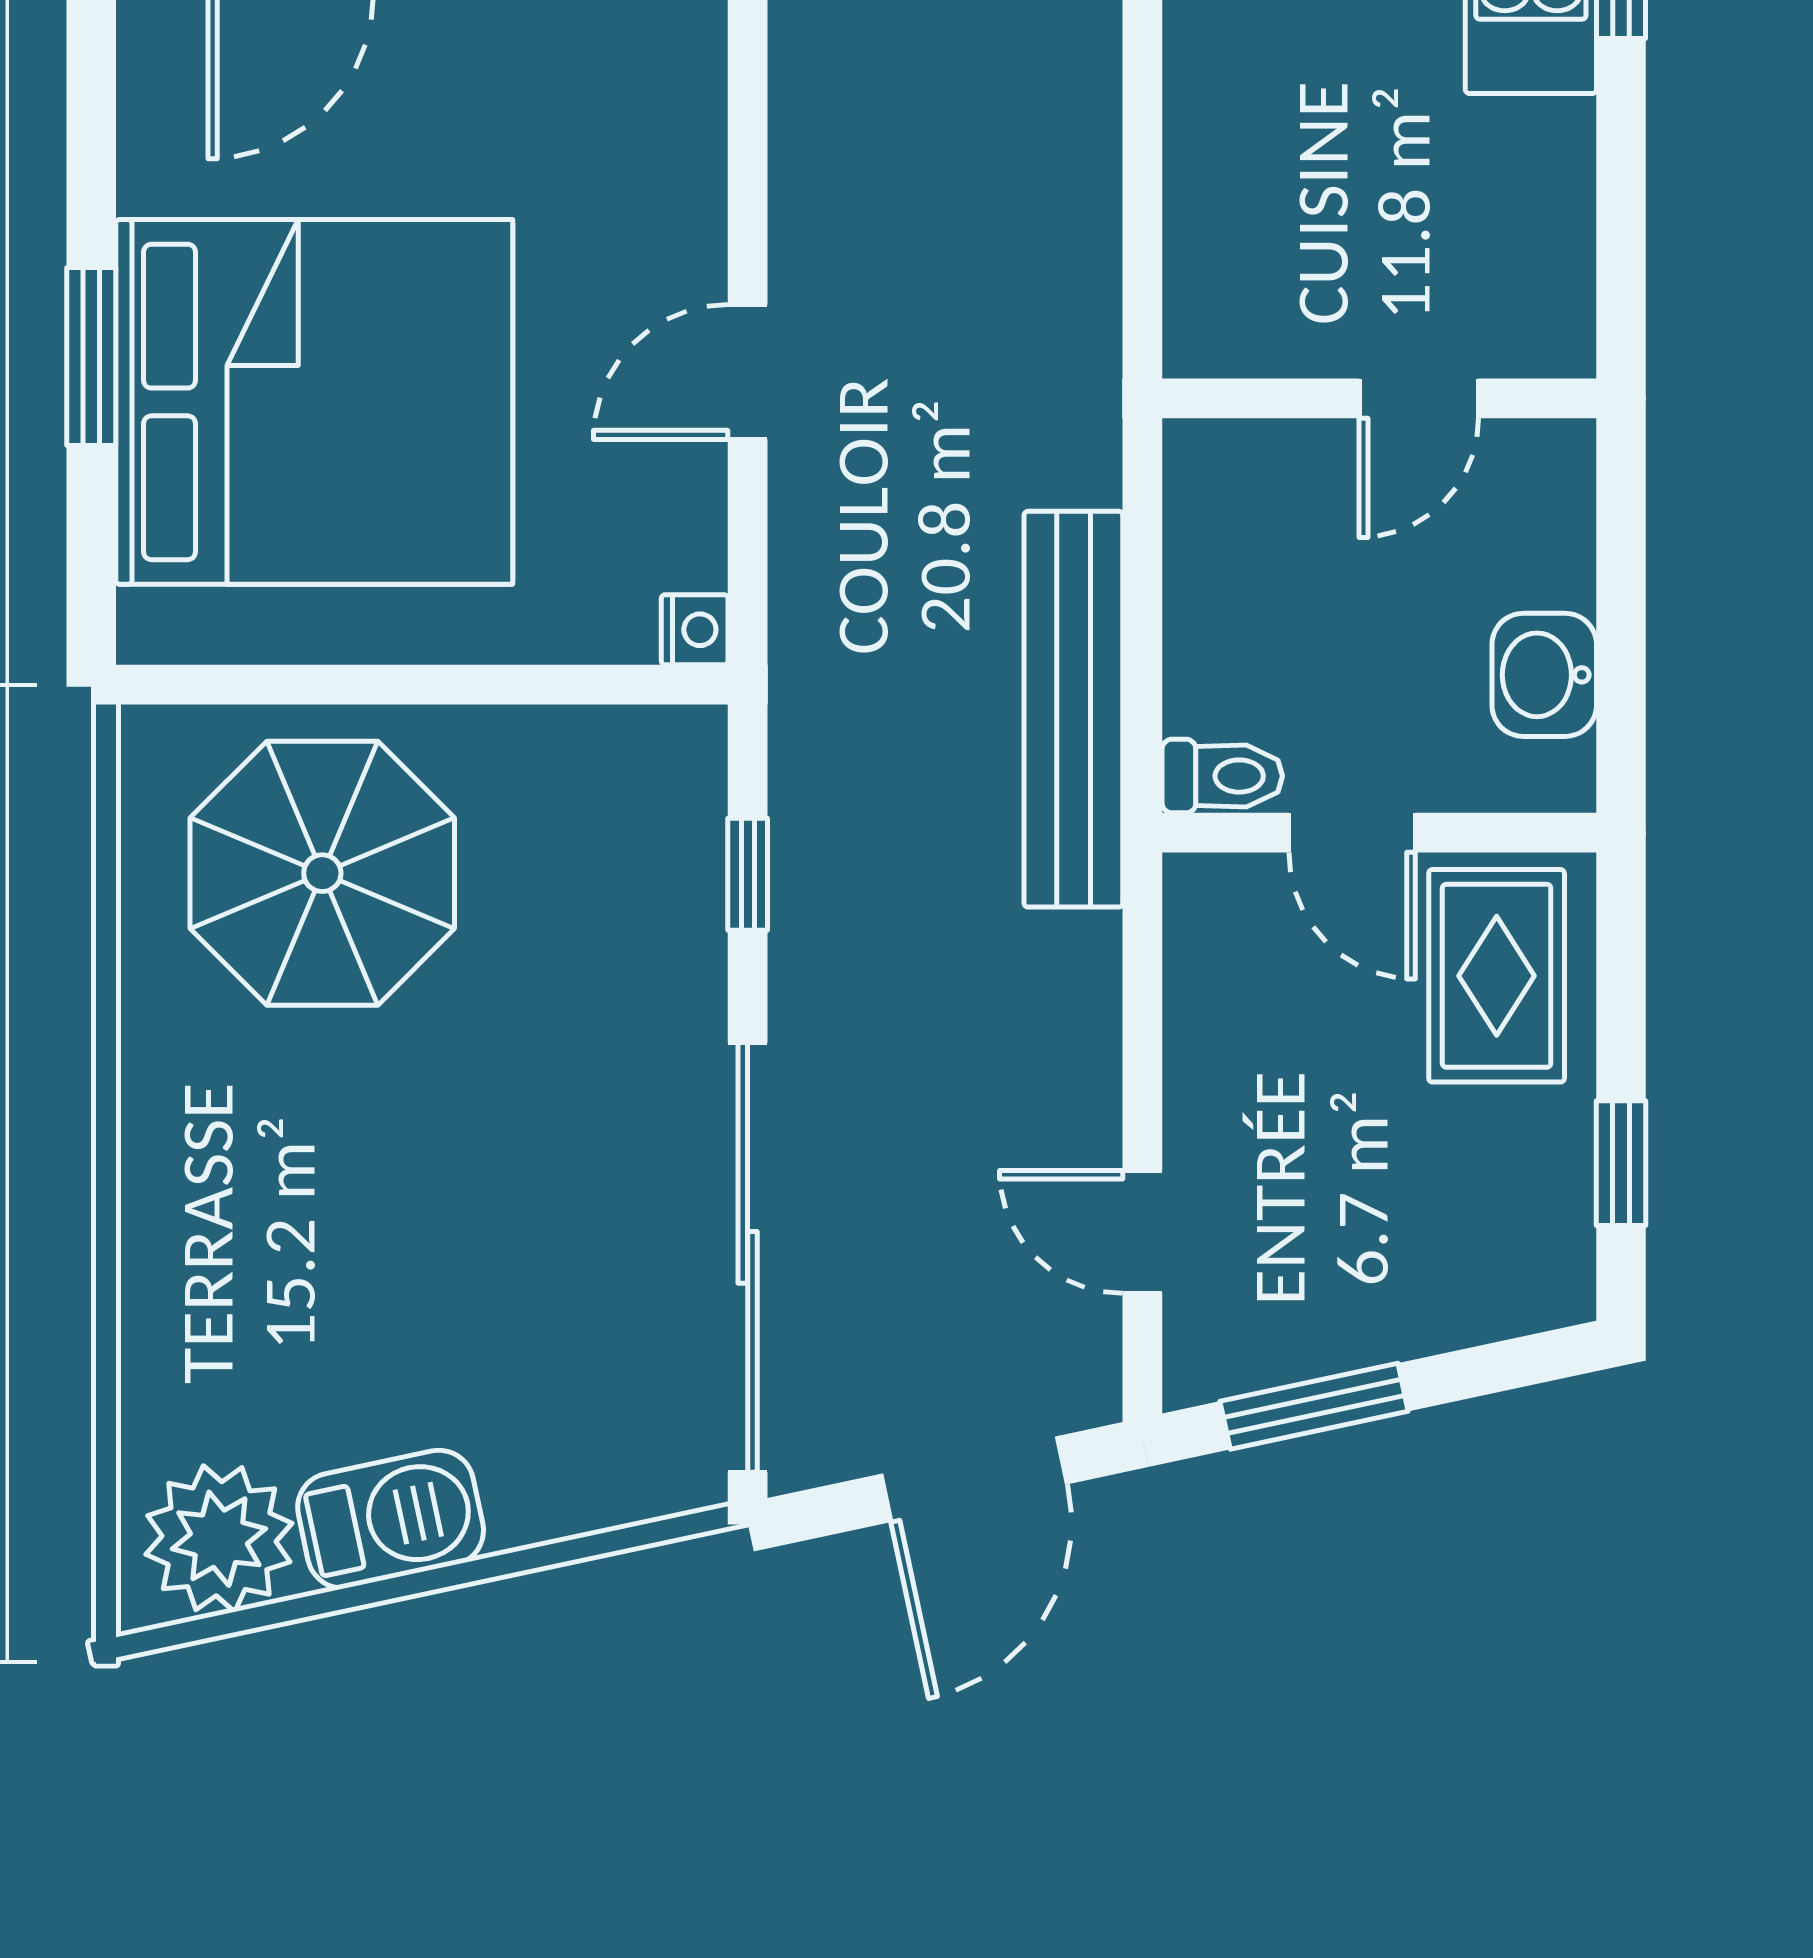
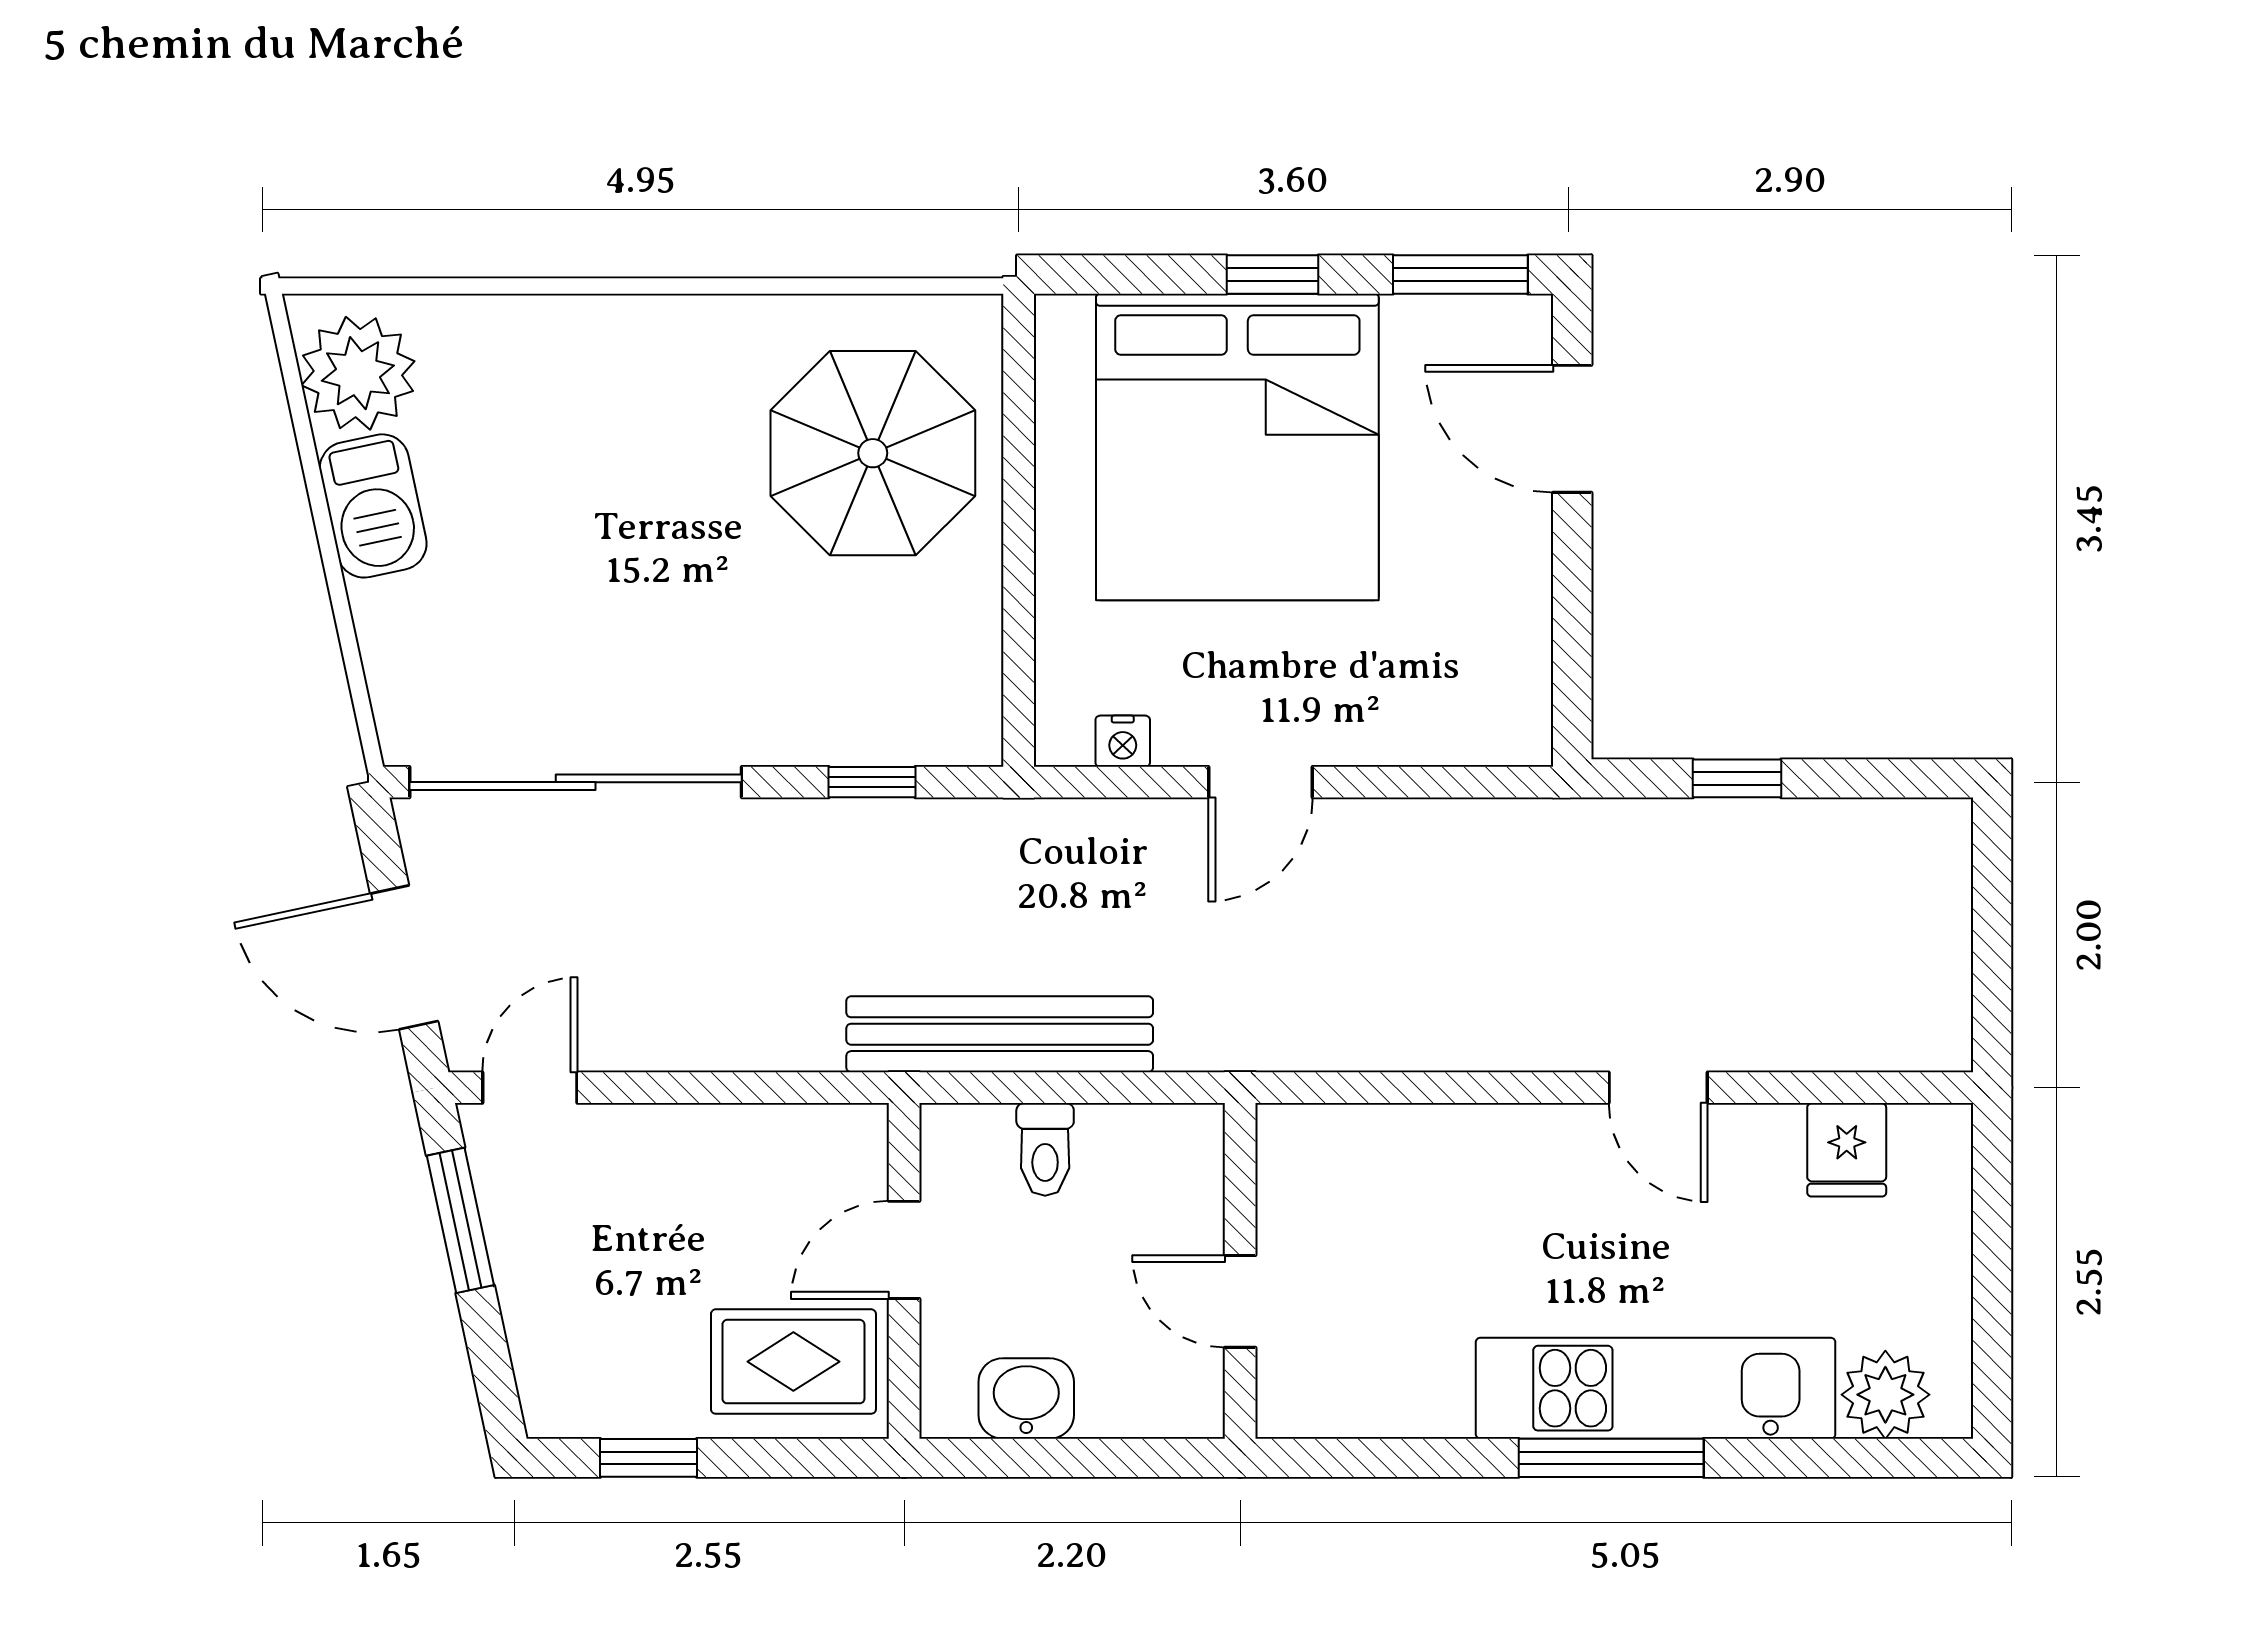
window: (91, 114) -> (1460, 274), added
window: (91, 357) -> (1272, 274), width x0.67
door: (748, 372) -> (1261, 782), swing flipped
nightstand: (695, 630) -> (1123, 741), moved
toilet: (1222, 776) -> (1045, 1149), moved
door: (1142, 1232) -> (530, 1088), moved

